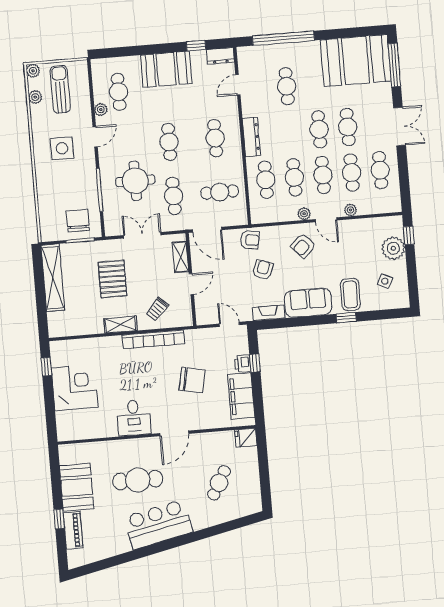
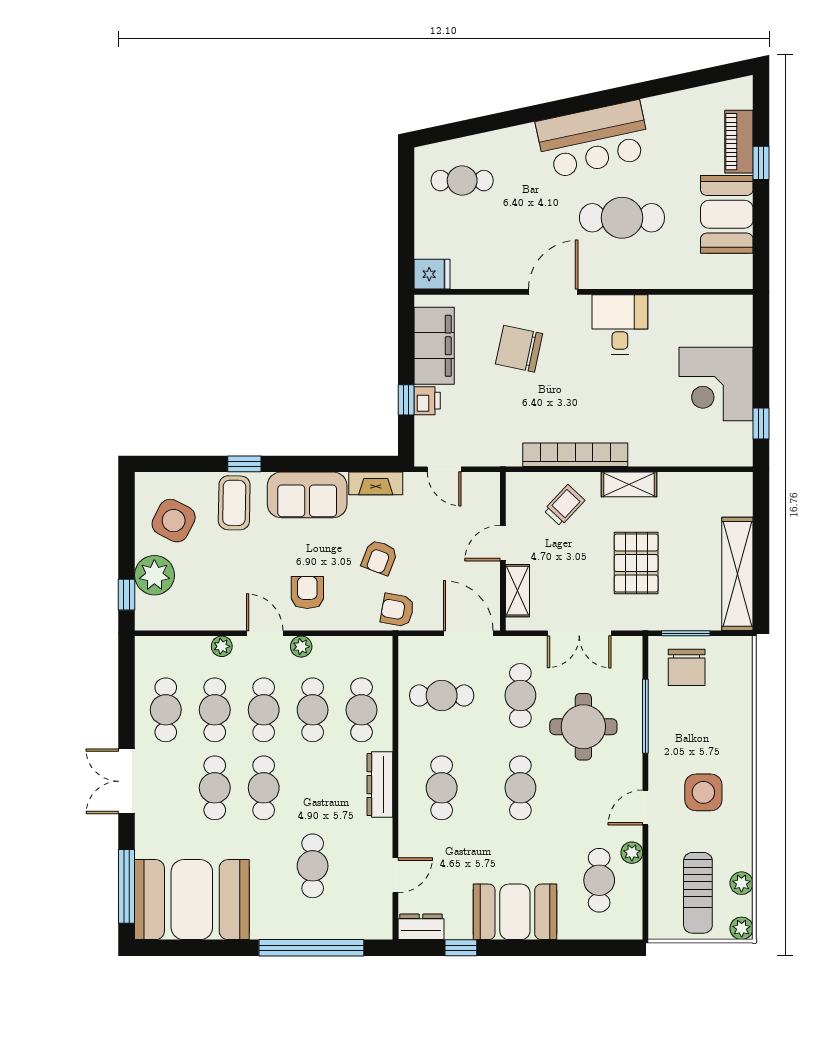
armchair: (303, 246) -> (307, 592), turned -47
side table: (385, 281) -> (174, 521), width x1.87, depth x1.87
chair: (192, 380) -> (519, 349), moved
cafe table: (219, 483) -> (462, 181), moved, turned 61

